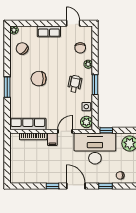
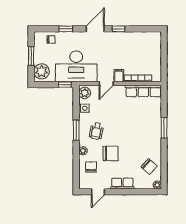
door: (73, 23) -> (98, 192), hinge flipped
chair: (39, 79) -> (111, 153), moved
door: (76, 186) -> (95, 29), swing flipped

